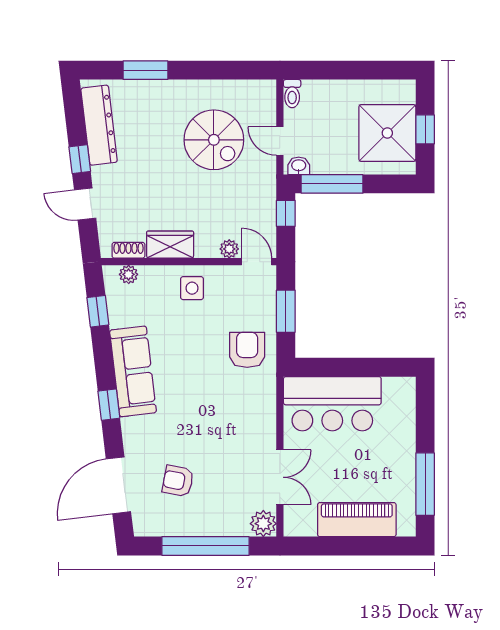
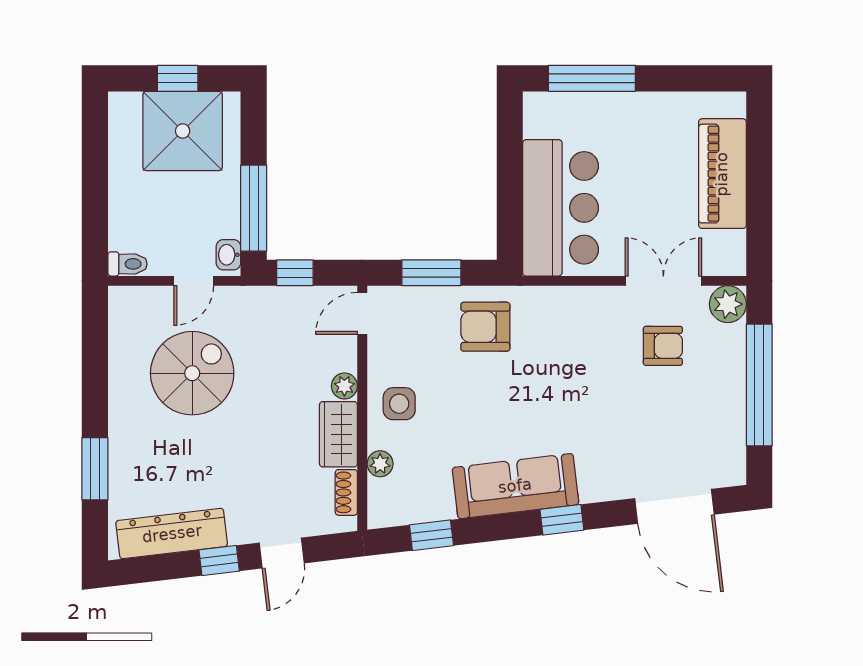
plant: (229, 249) -> (344, 386), moved
plant: (129, 274) -> (380, 464), moved
armchair: (178, 481) -> (663, 346), moved, turned -101
window: (425, 484) -> (592, 78), moved

